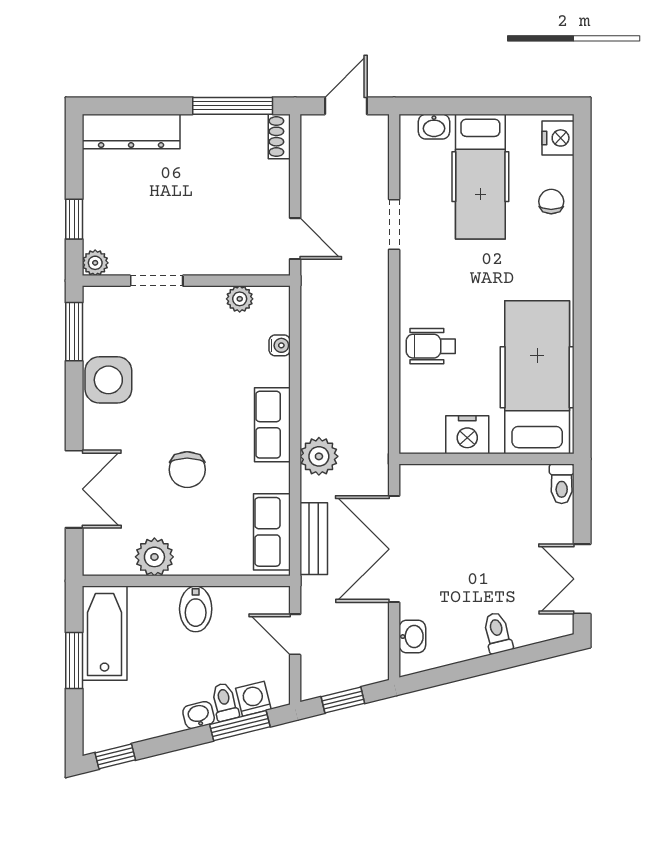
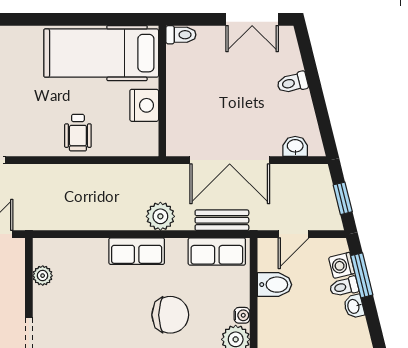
water cooler: (280, 345) -> (242, 315), moved, turned 90
chair: (187, 470) -> (170, 315), width x1.37, depth x1.37
bidet: (196, 609) -> (274, 285), moved

